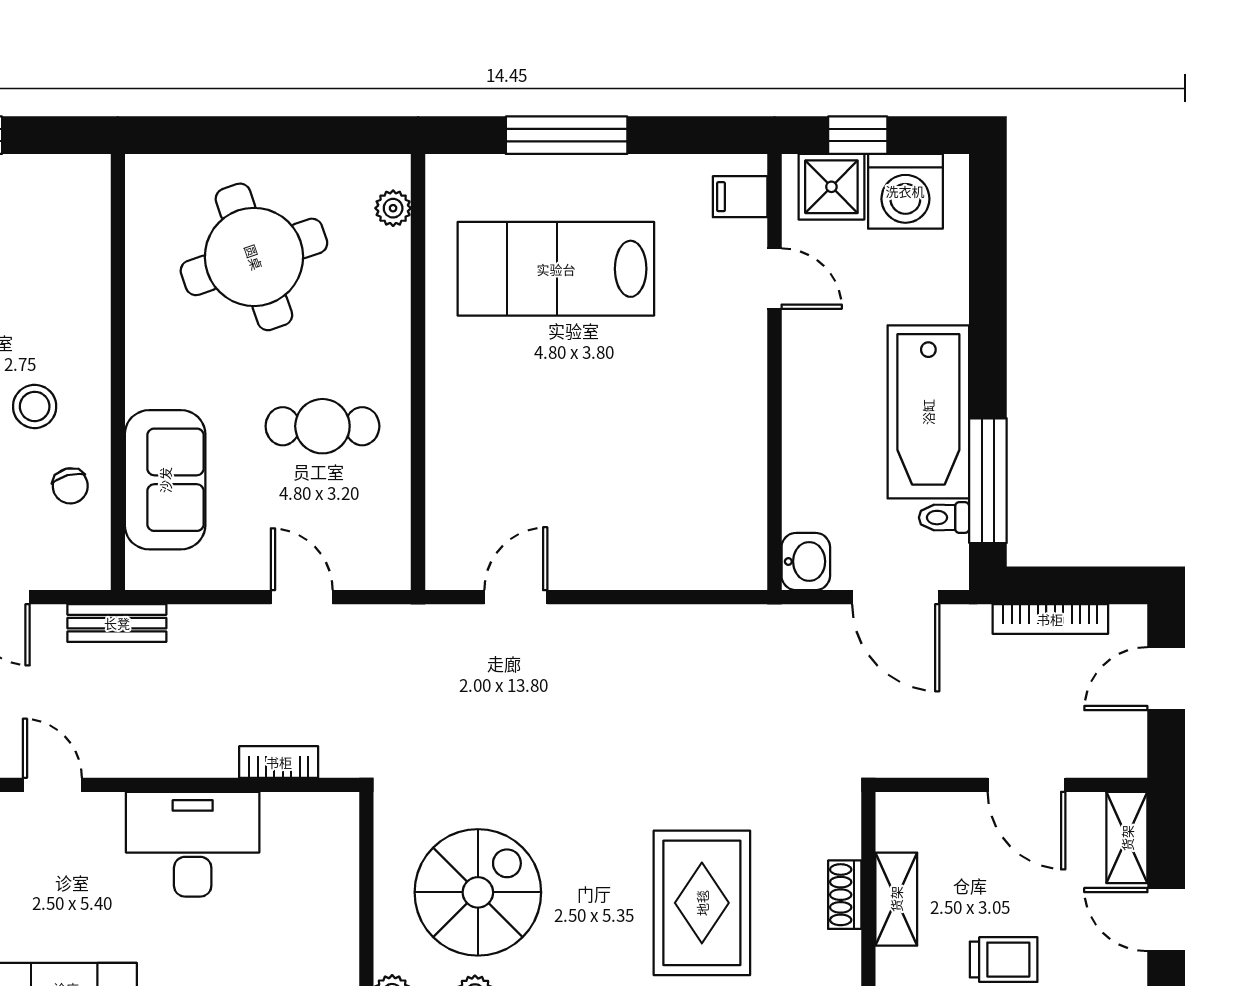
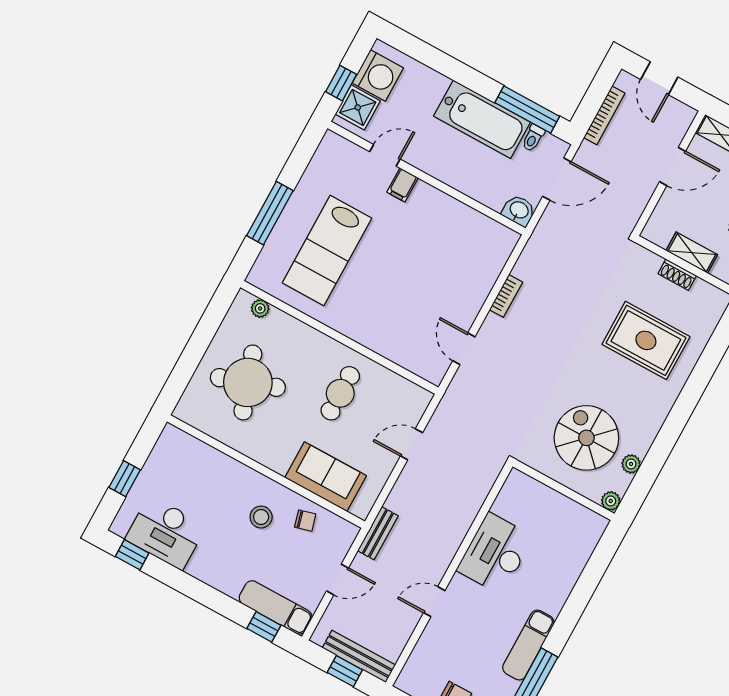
filing cabinet: (740, 197) -> (402, 185), moved
bookcase: (279, 762) -> (506, 296), moved, turned 180

